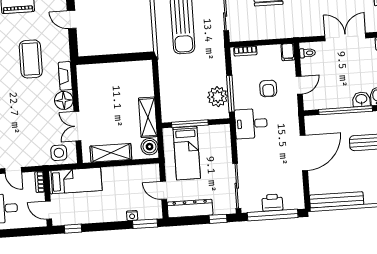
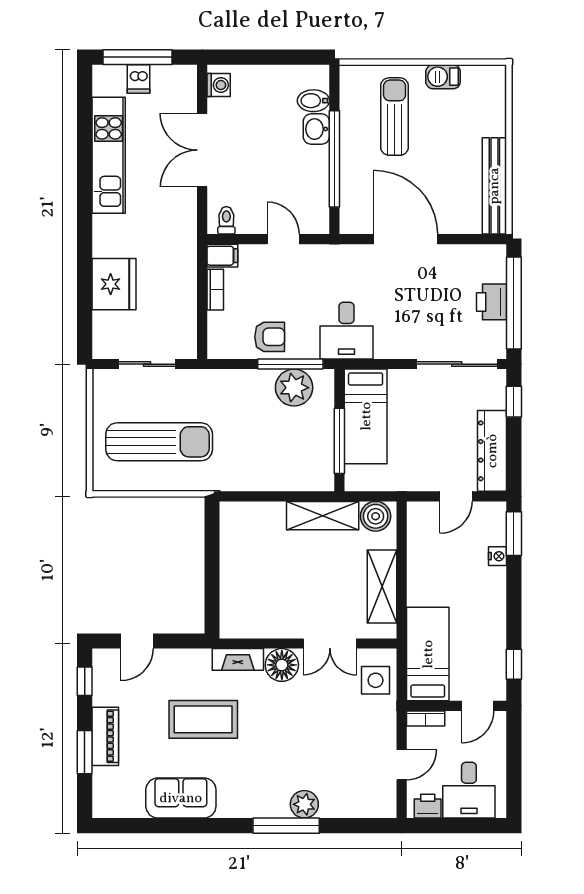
bookcase: (245, 51) -> (215, 290), moved
armchair: (268, 88) -> (270, 337), moved
bed: (187, 153) -> (366, 416), moved, turned 90

